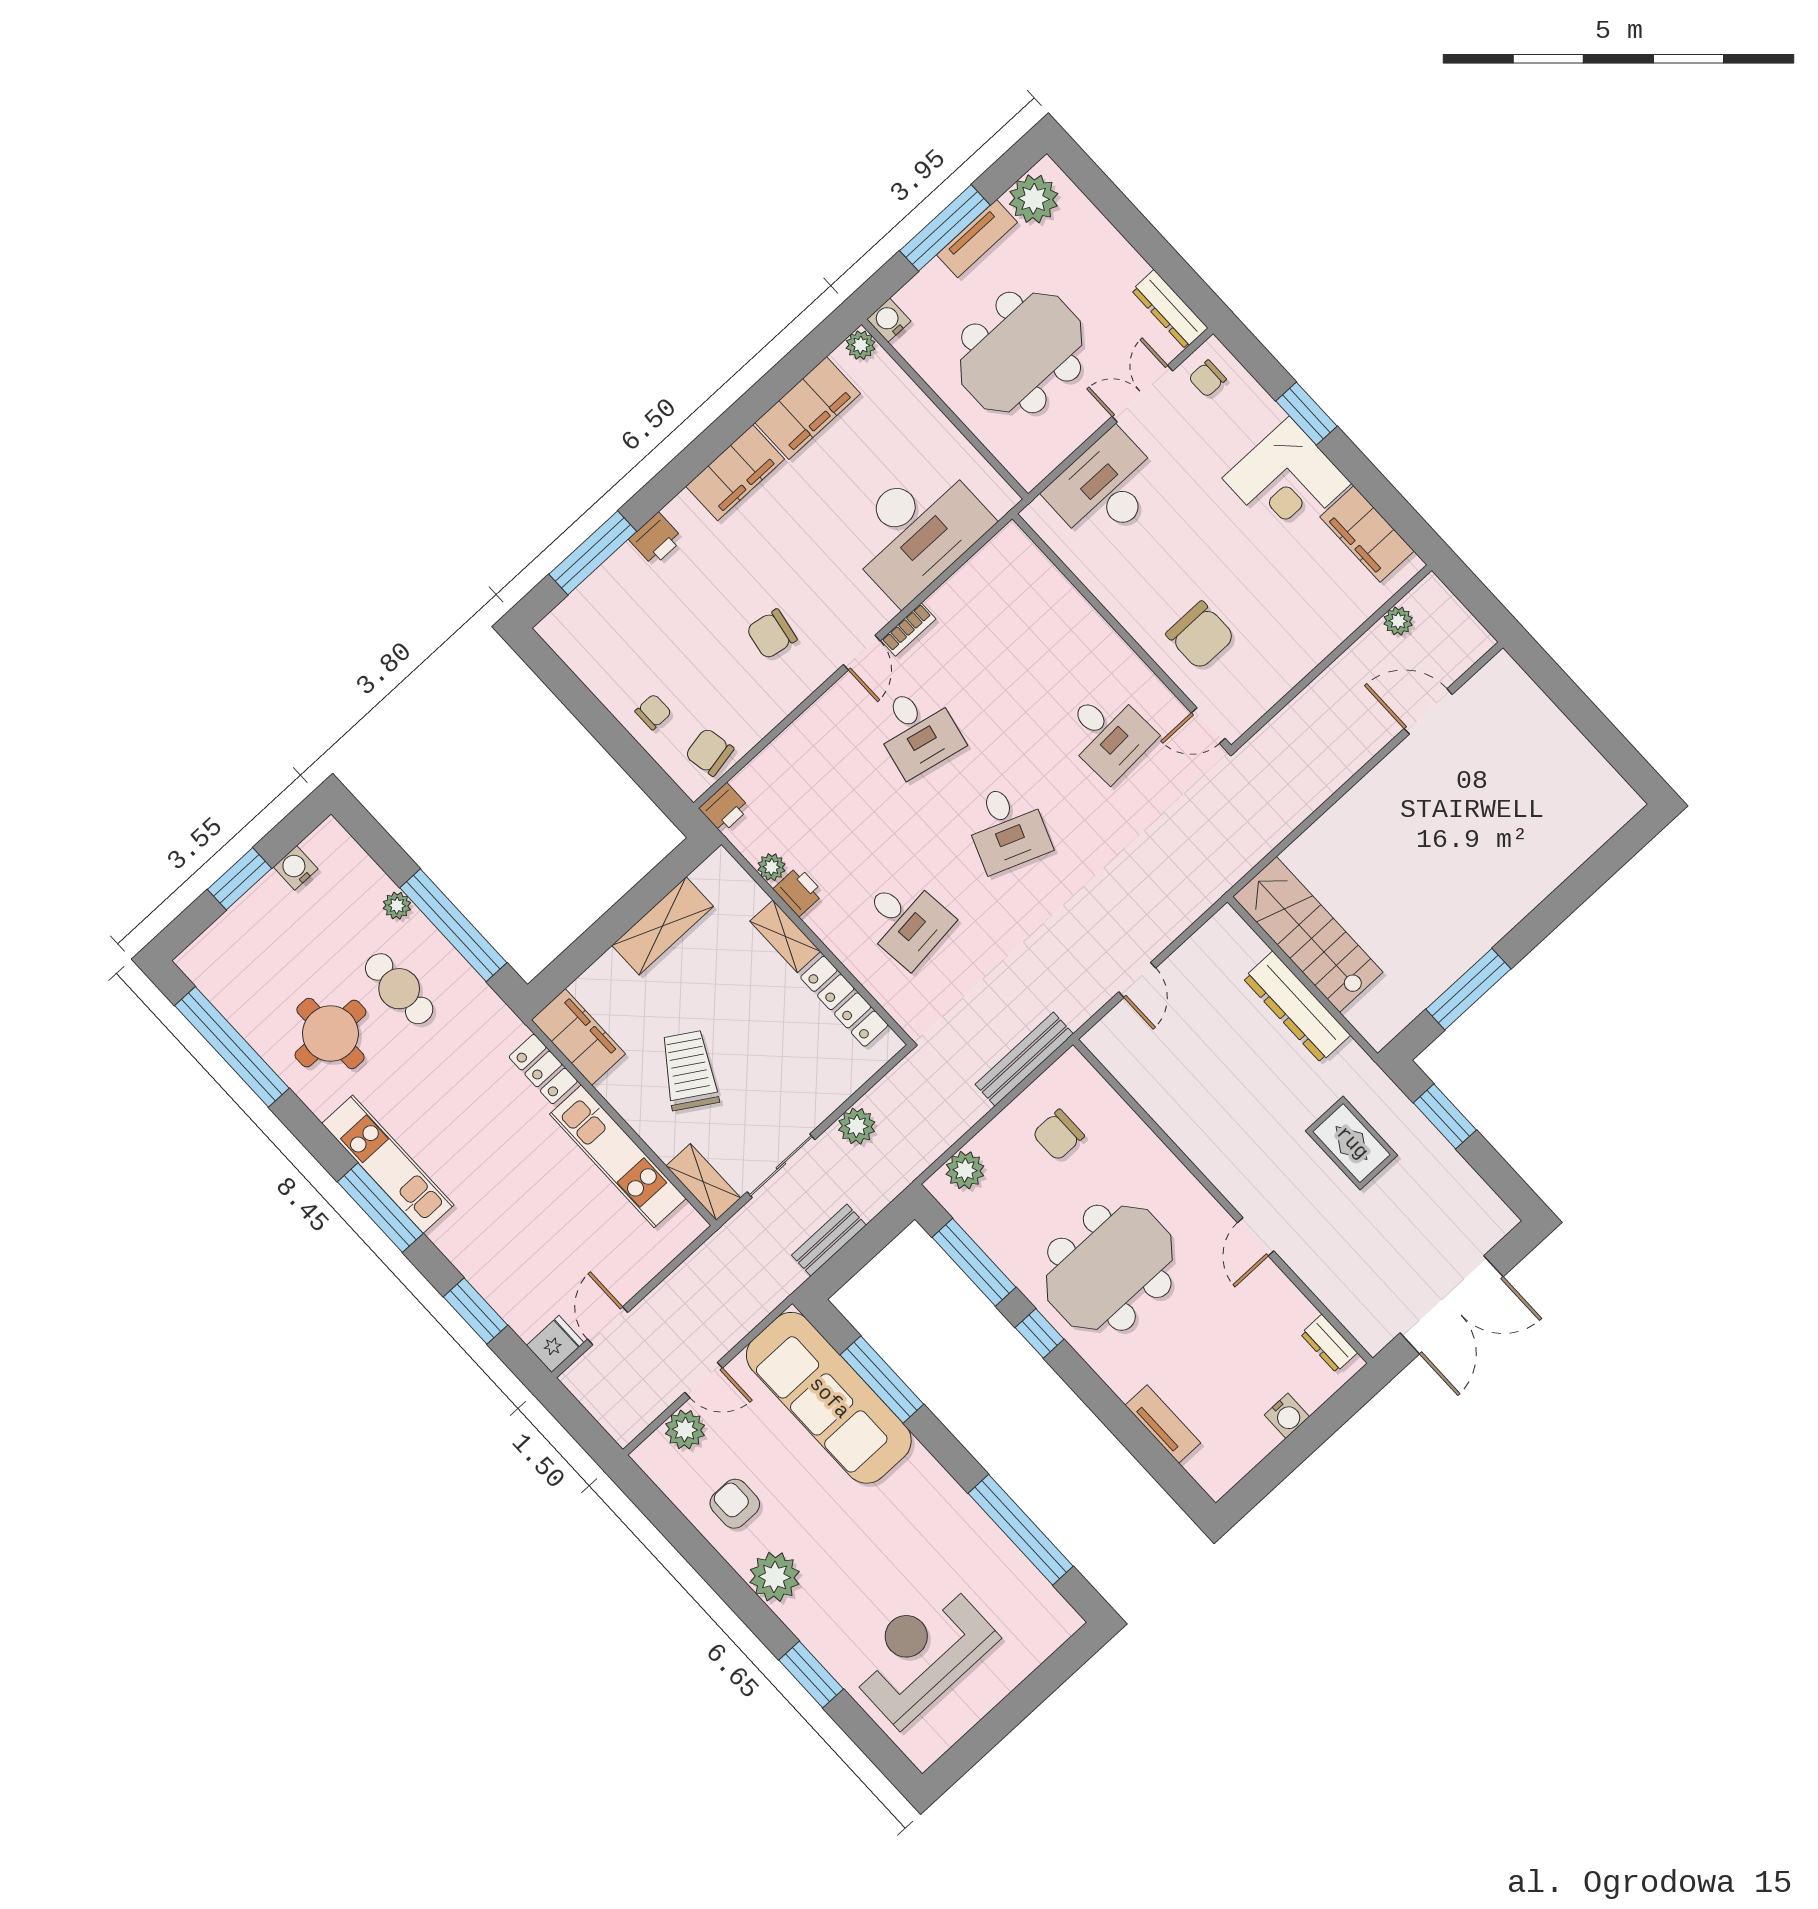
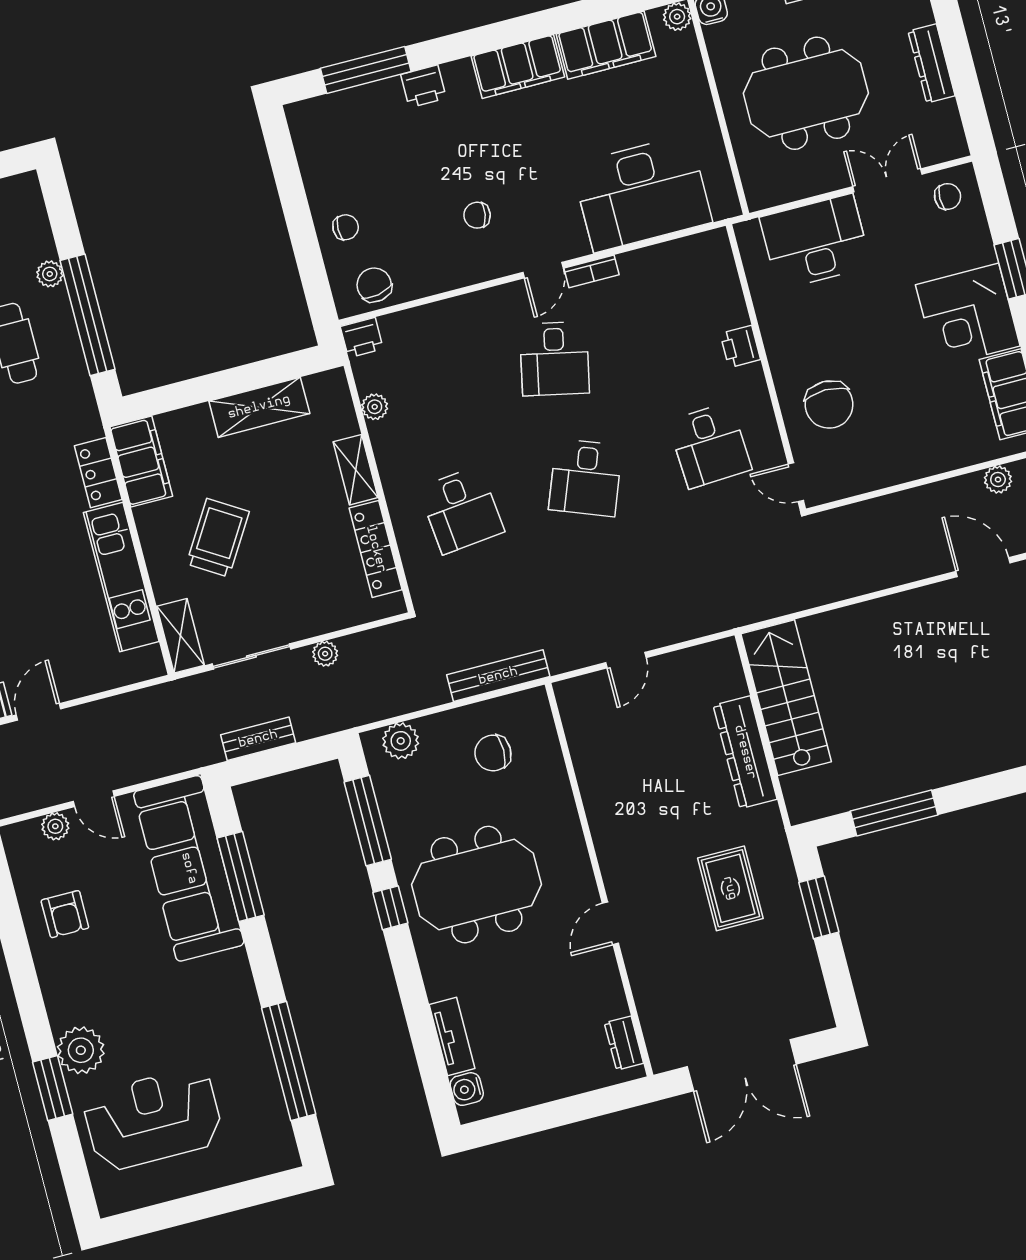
dresser: (1170, 309) -> (932, 63), moved
chair: (1207, 379) -> (948, 196), turned 180
chair: (772, 634) -> (477, 215), width x0.73, depth x0.73
printer: (799, 891) -> (740, 346), moved, turned 180
plant: (857, 1126) -> (325, 654), width x0.73, depth x0.73
water cooler: (1287, 1416) -> (467, 1089), moved, turned 90
plant: (685, 1430) -> (55, 826), width x0.73, depth x0.73
armchair: (735, 1504) -> (65, 914), turned 180
plant: (775, 1577) -> (81, 1050), moved

